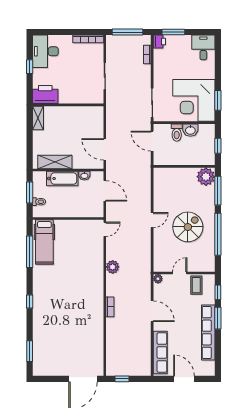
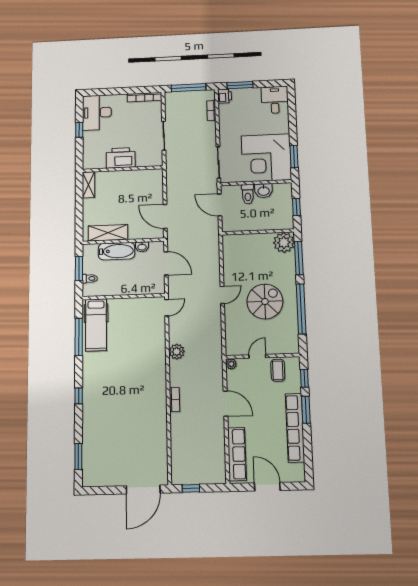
printer: (45, 95) -> (121, 158), moved

